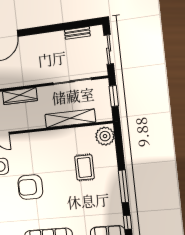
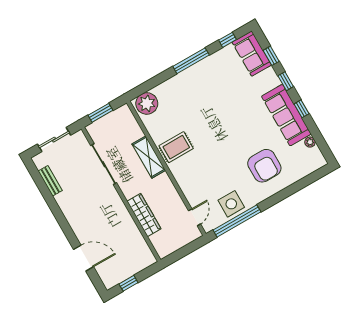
shelving: (70, 118) -> (149, 157), width x0.68
rug: (84, 167) -> (176, 147), moved
armchair: (30, 187) -> (264, 166), moved

